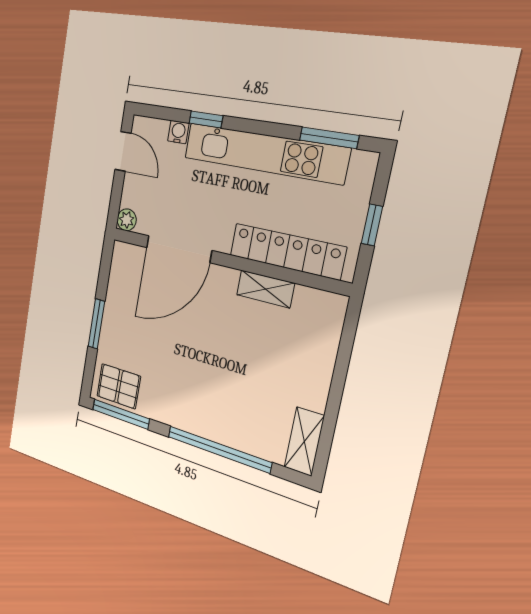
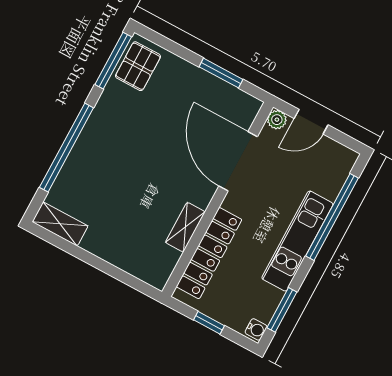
window: (206, 119) -> (332, 217), width x3.17
water cooler: (178, 132) -> (256, 329), moved
door: (123, 151) -> (311, 122), moved
kitchen unit: (264, 153) -> (297, 241), width x0.73
window: (96, 324) -> (221, 73), moved

